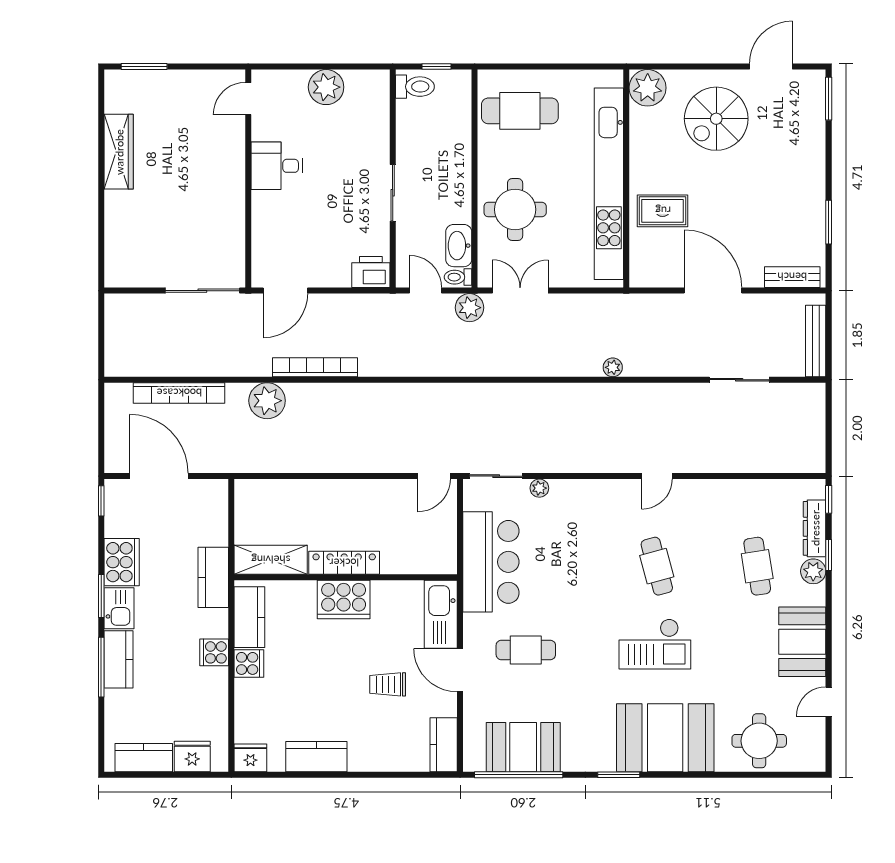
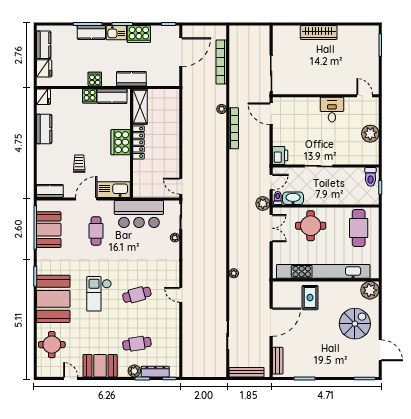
spiral stairs: (716, 119) -> (355, 324), turned 90
wardrobe: (119, 152) -> (319, 33), moved
plant: (267, 401) -> (222, 109), width x0.53, depth x0.53

